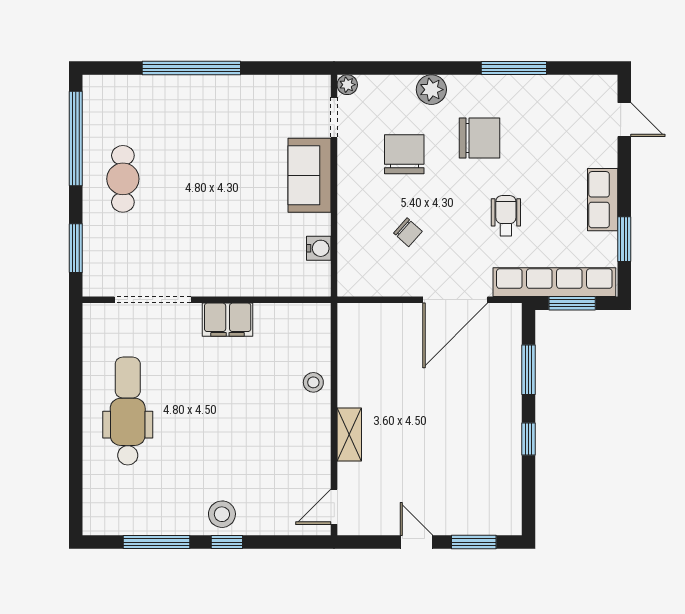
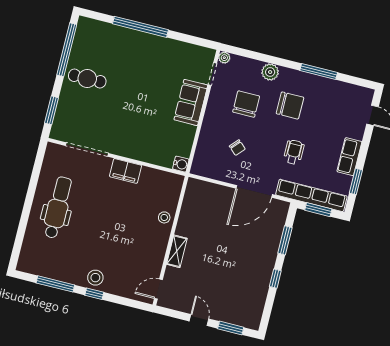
cafe table: (123, 179) -> (87, 79), turned 90
water cooler: (319, 248) -> (181, 164), moved

